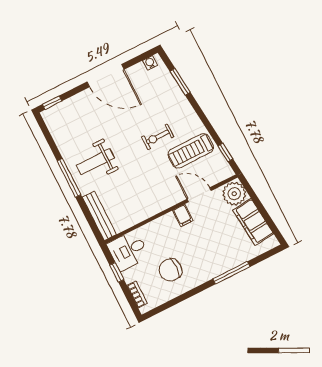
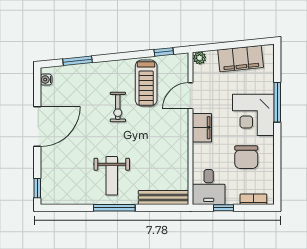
plant: (234, 194) -> (200, 58), width x0.53, depth x0.53
filing cabinet: (183, 216) -> (202, 128), width x2.00
corner desk: (210, 258) -> (253, 115), added

